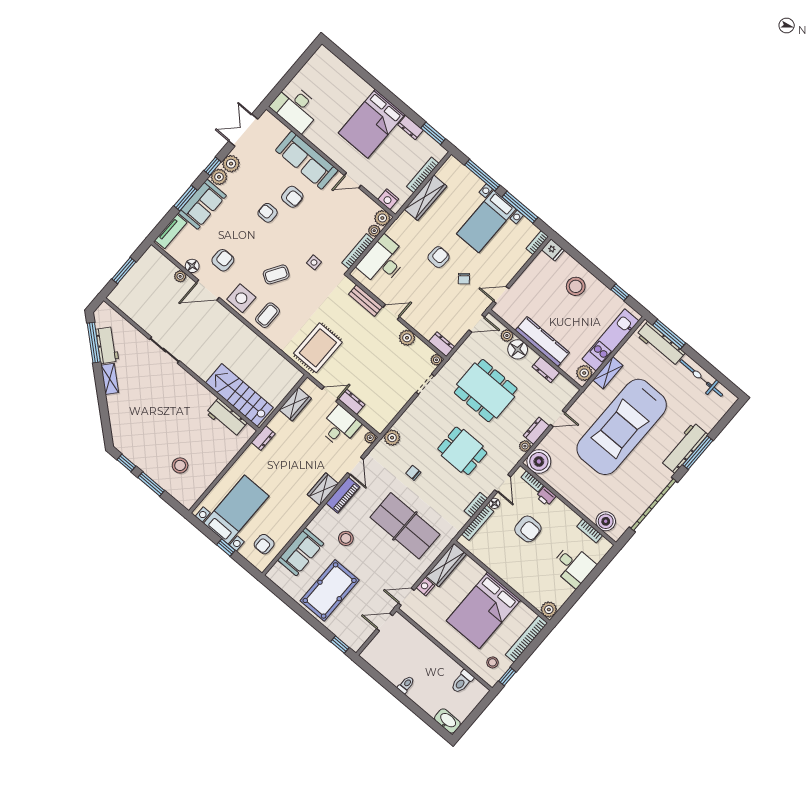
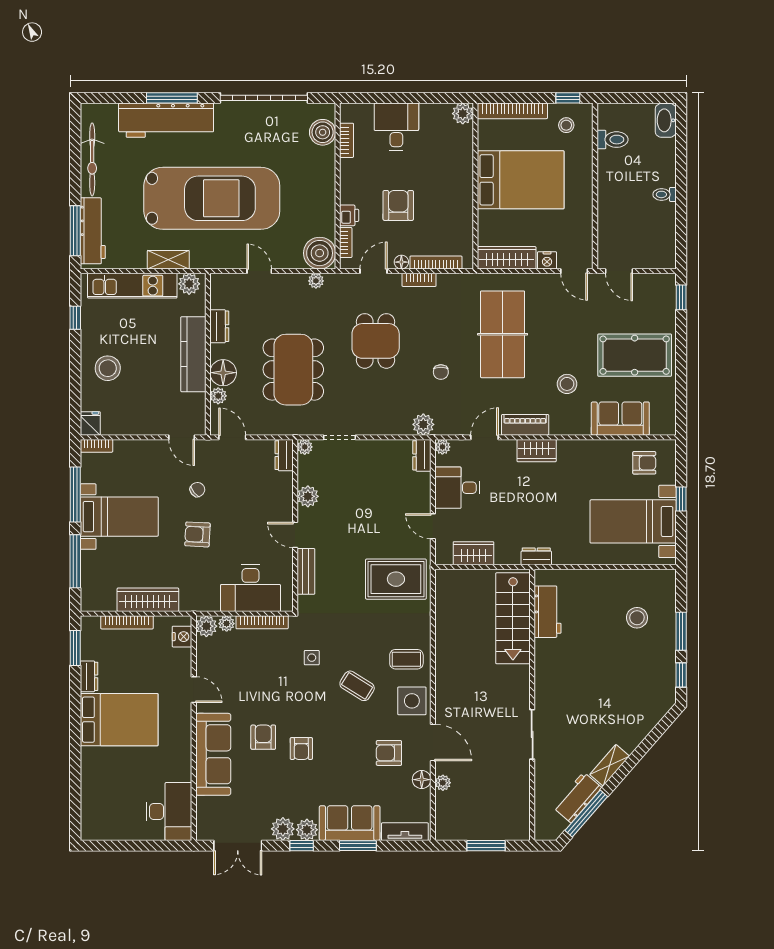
dresser: (352, 402) -> (422, 455), moved
dresser: (536, 431) -> (290, 282), removed
workbench: (684, 448) -> (166, 120), width x1.36, depth x1.32

